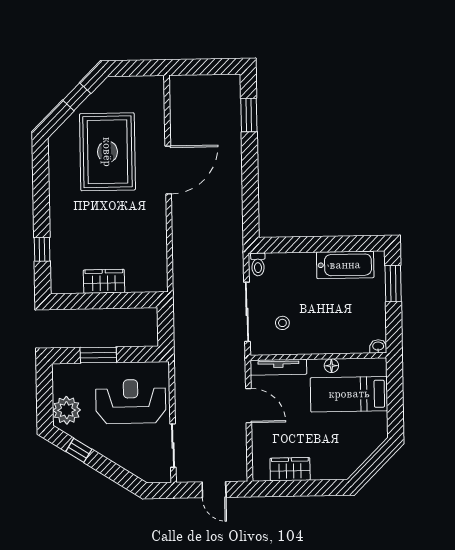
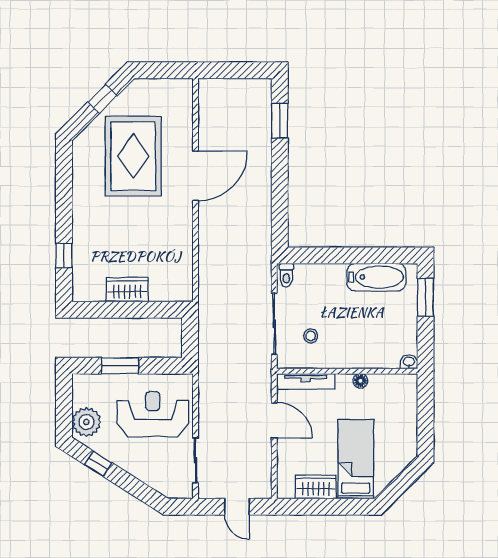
bed: (349, 394) -> (356, 459), moved, turned 90

